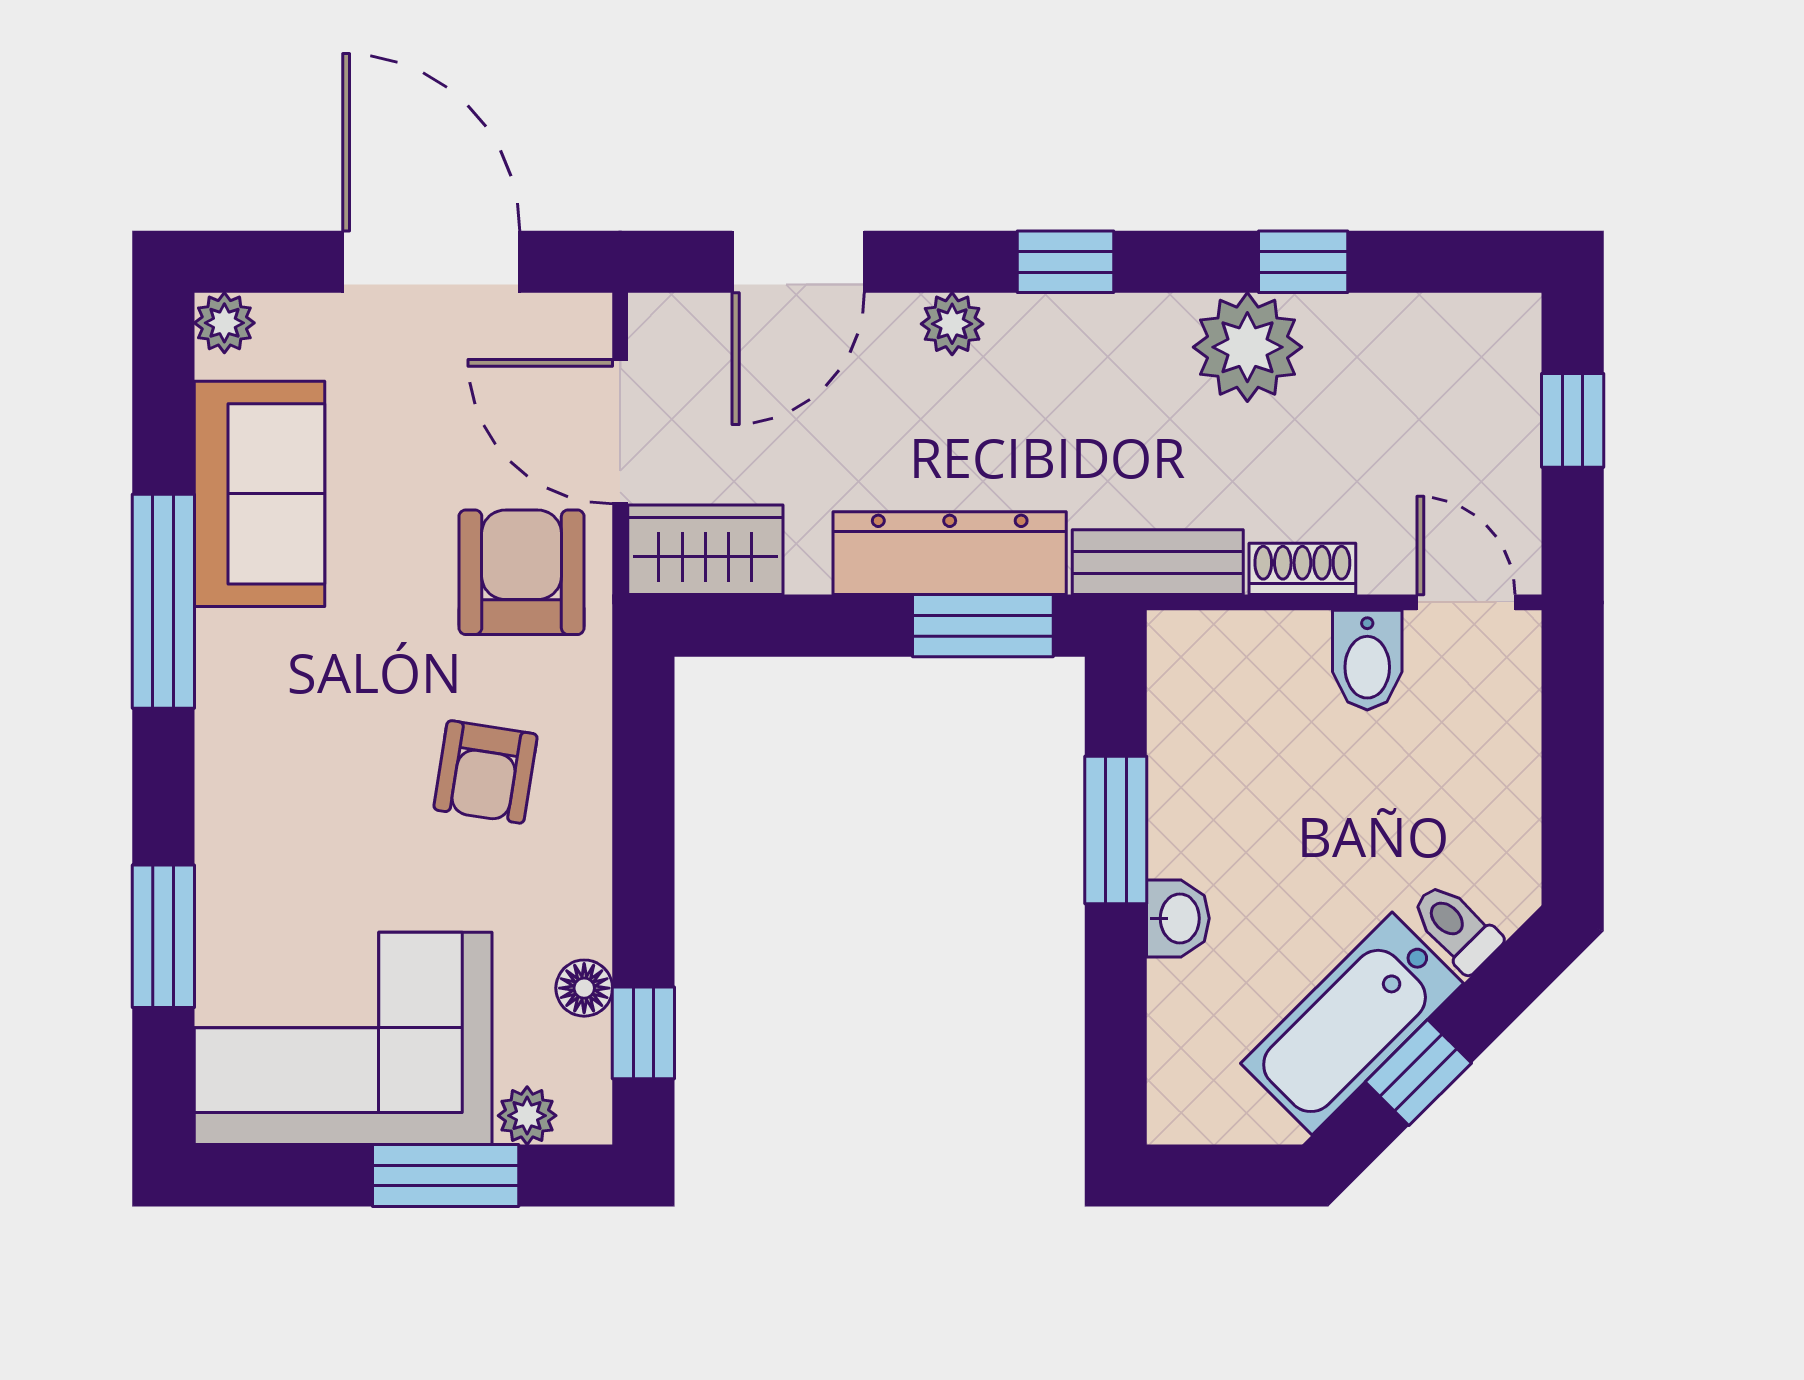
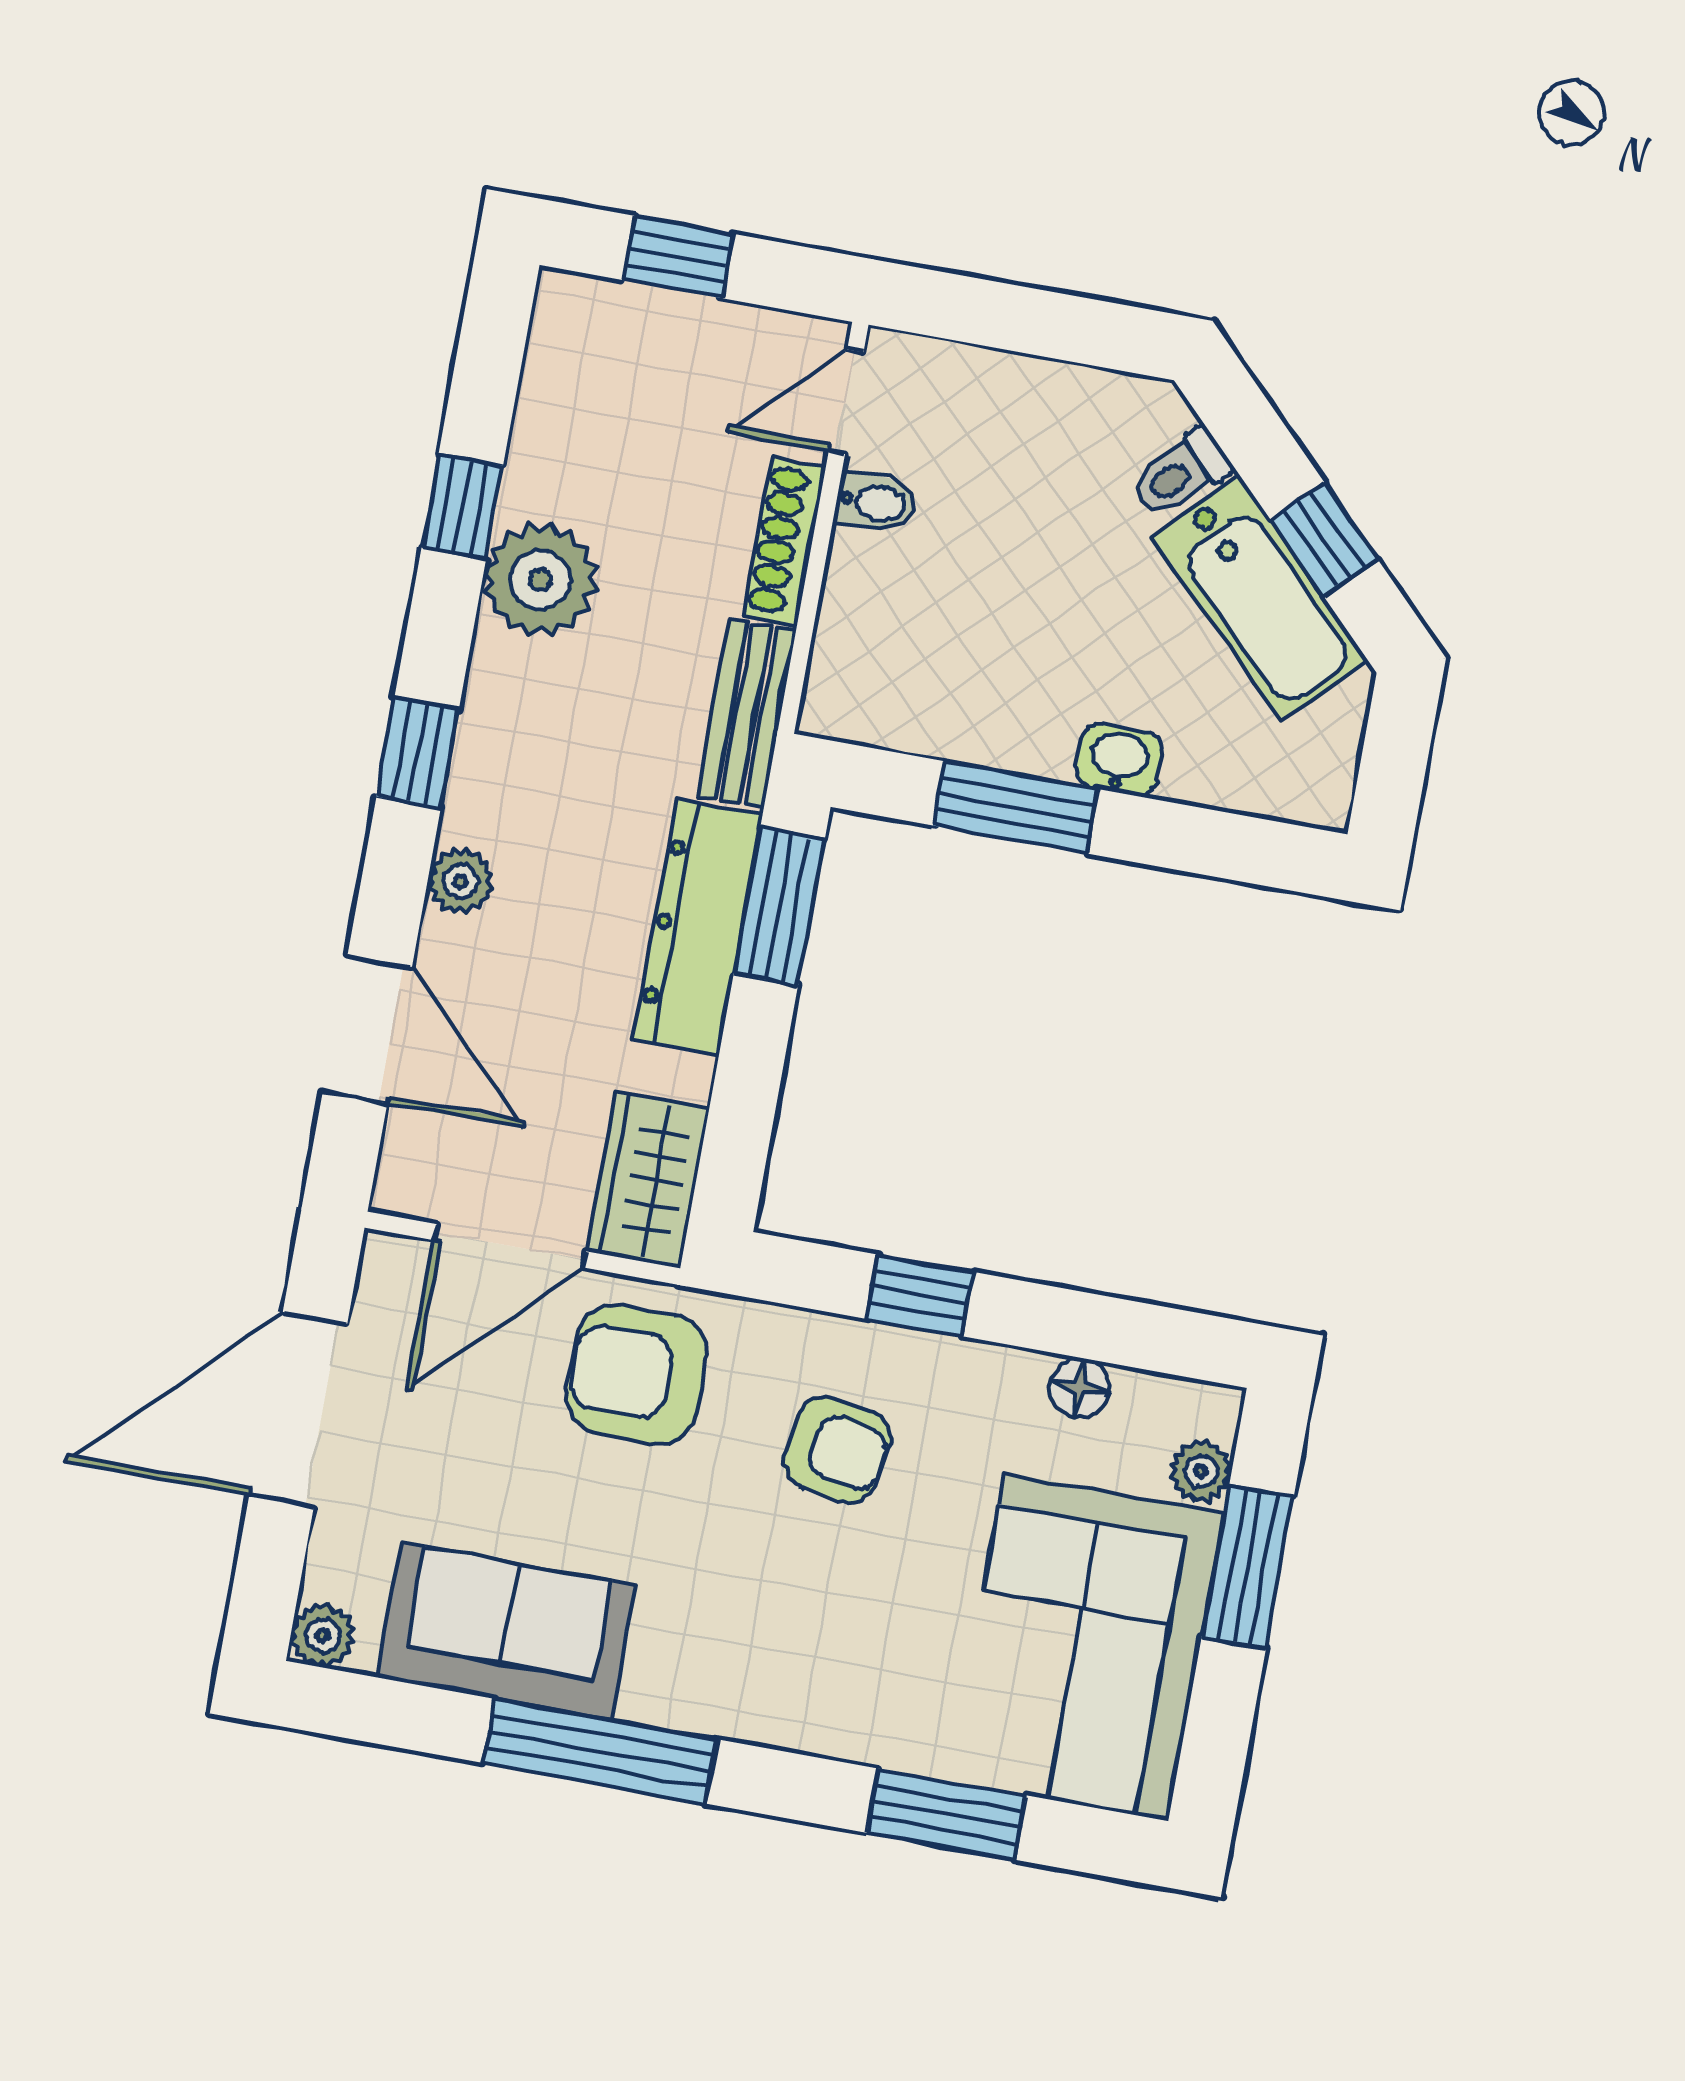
shoe rack: (1302, 569) -> (785, 541), width x1.43
bidet: (1367, 660) -> (875, 502), width x0.72, depth x0.74
window: (643, 1033) -> (920, 1295), moved

